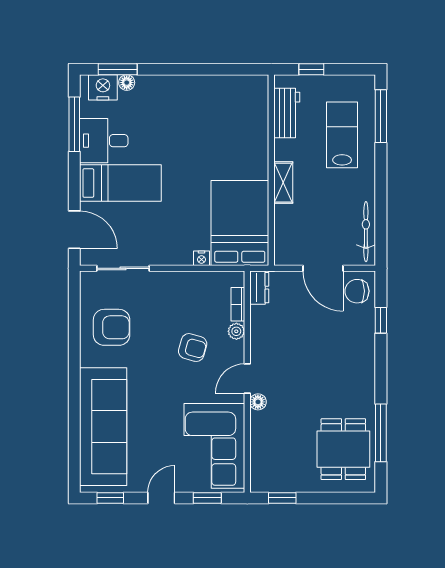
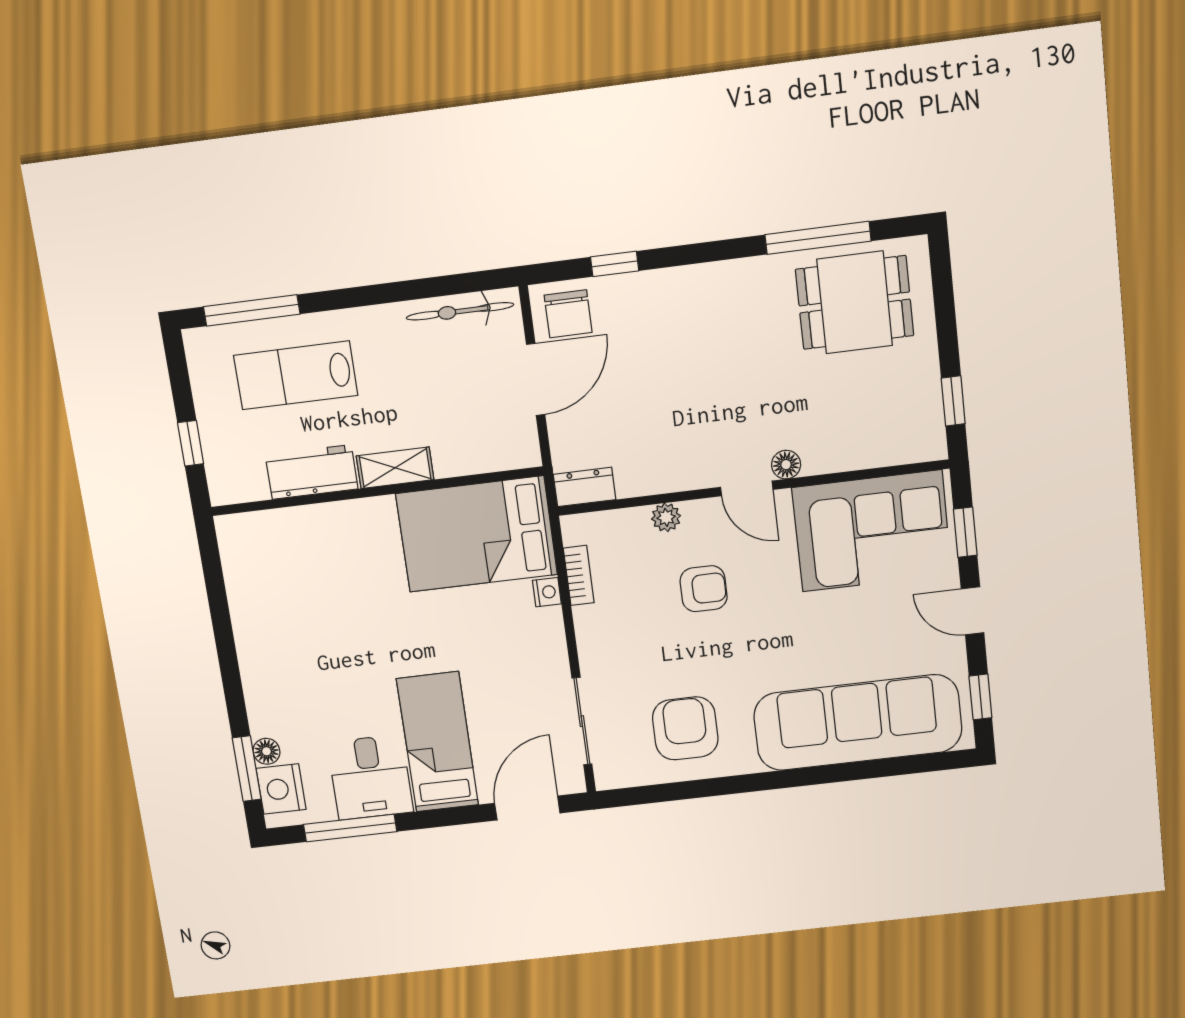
workbench: (287, 113) -> (312, 472), moved
bookcase: (238, 304) -> (579, 575), moved, turned -90
armchair: (193, 348) -> (704, 589), turned 74

